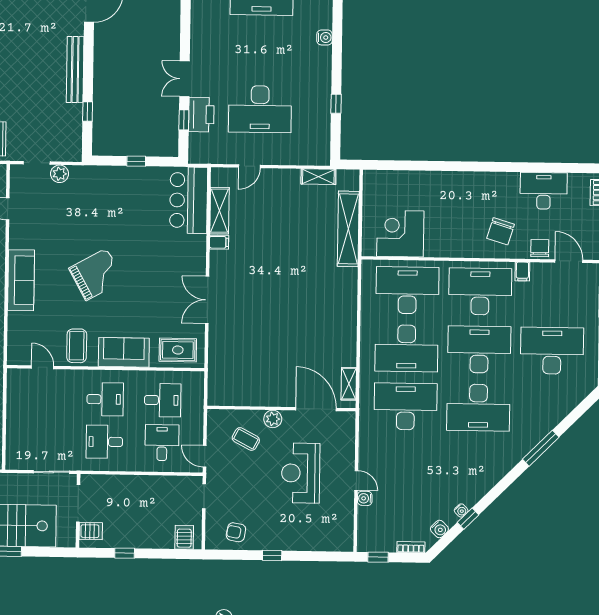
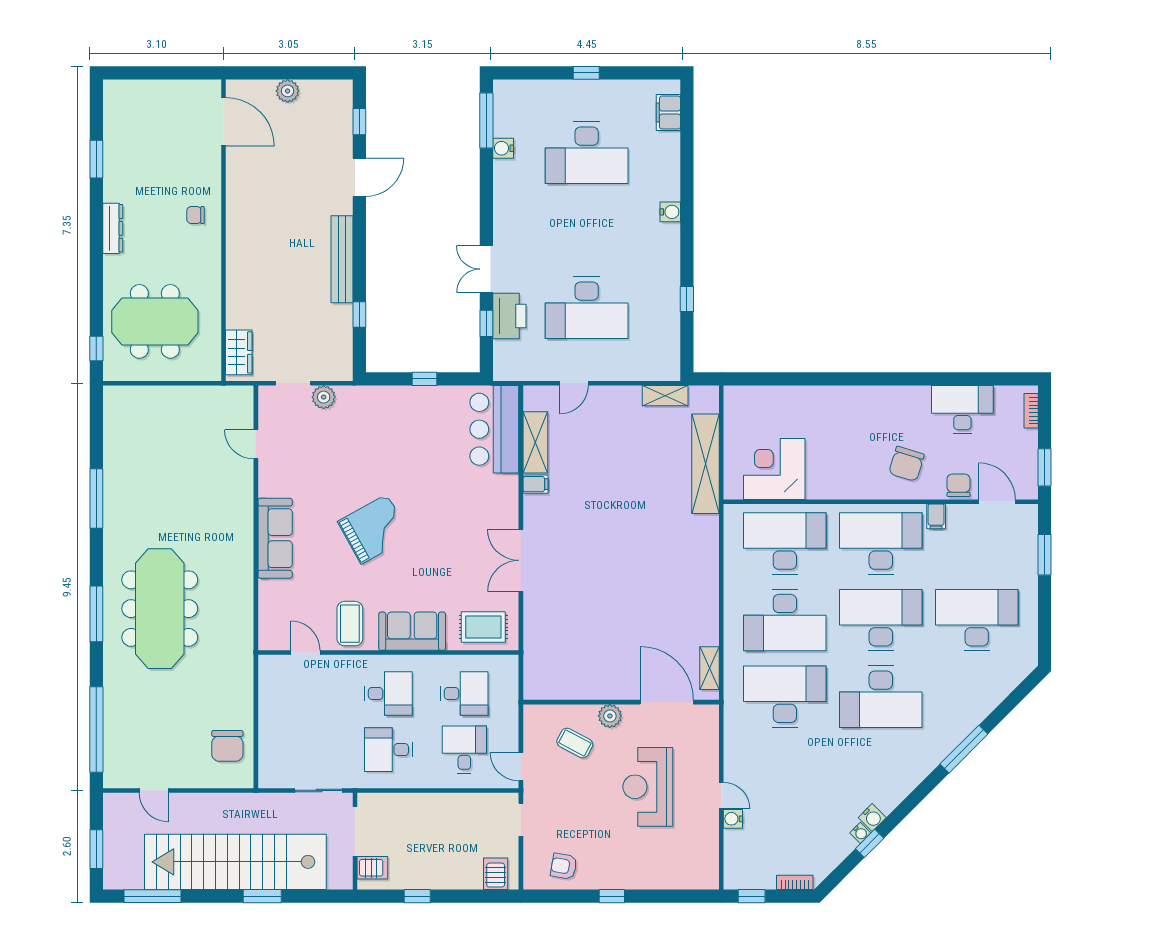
water cooler: (439, 529) -> (872, 818), moved

